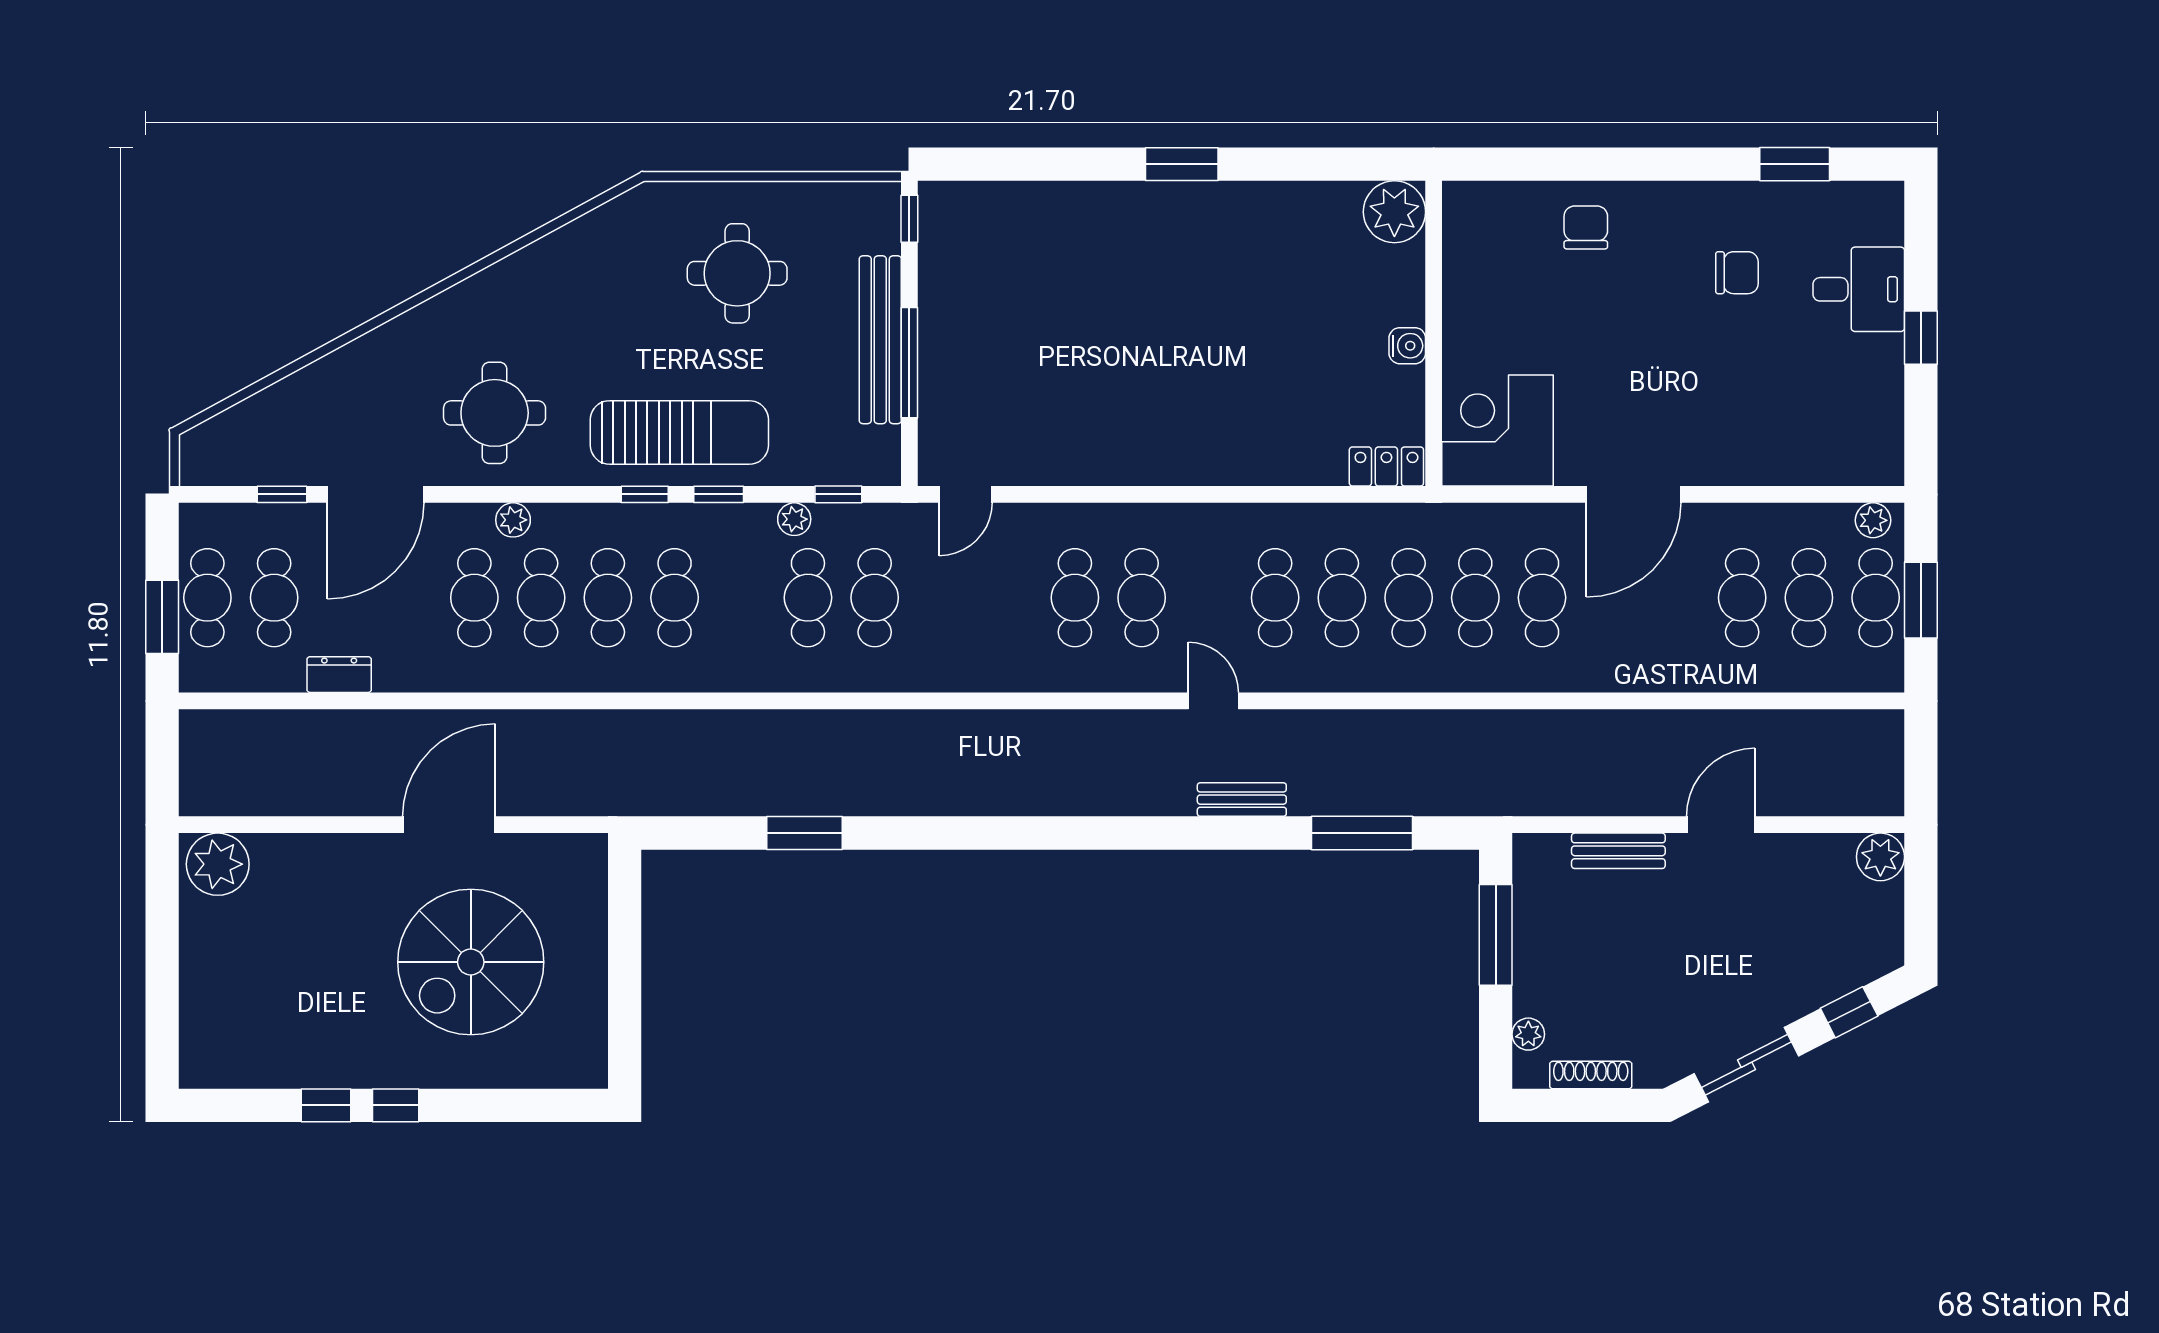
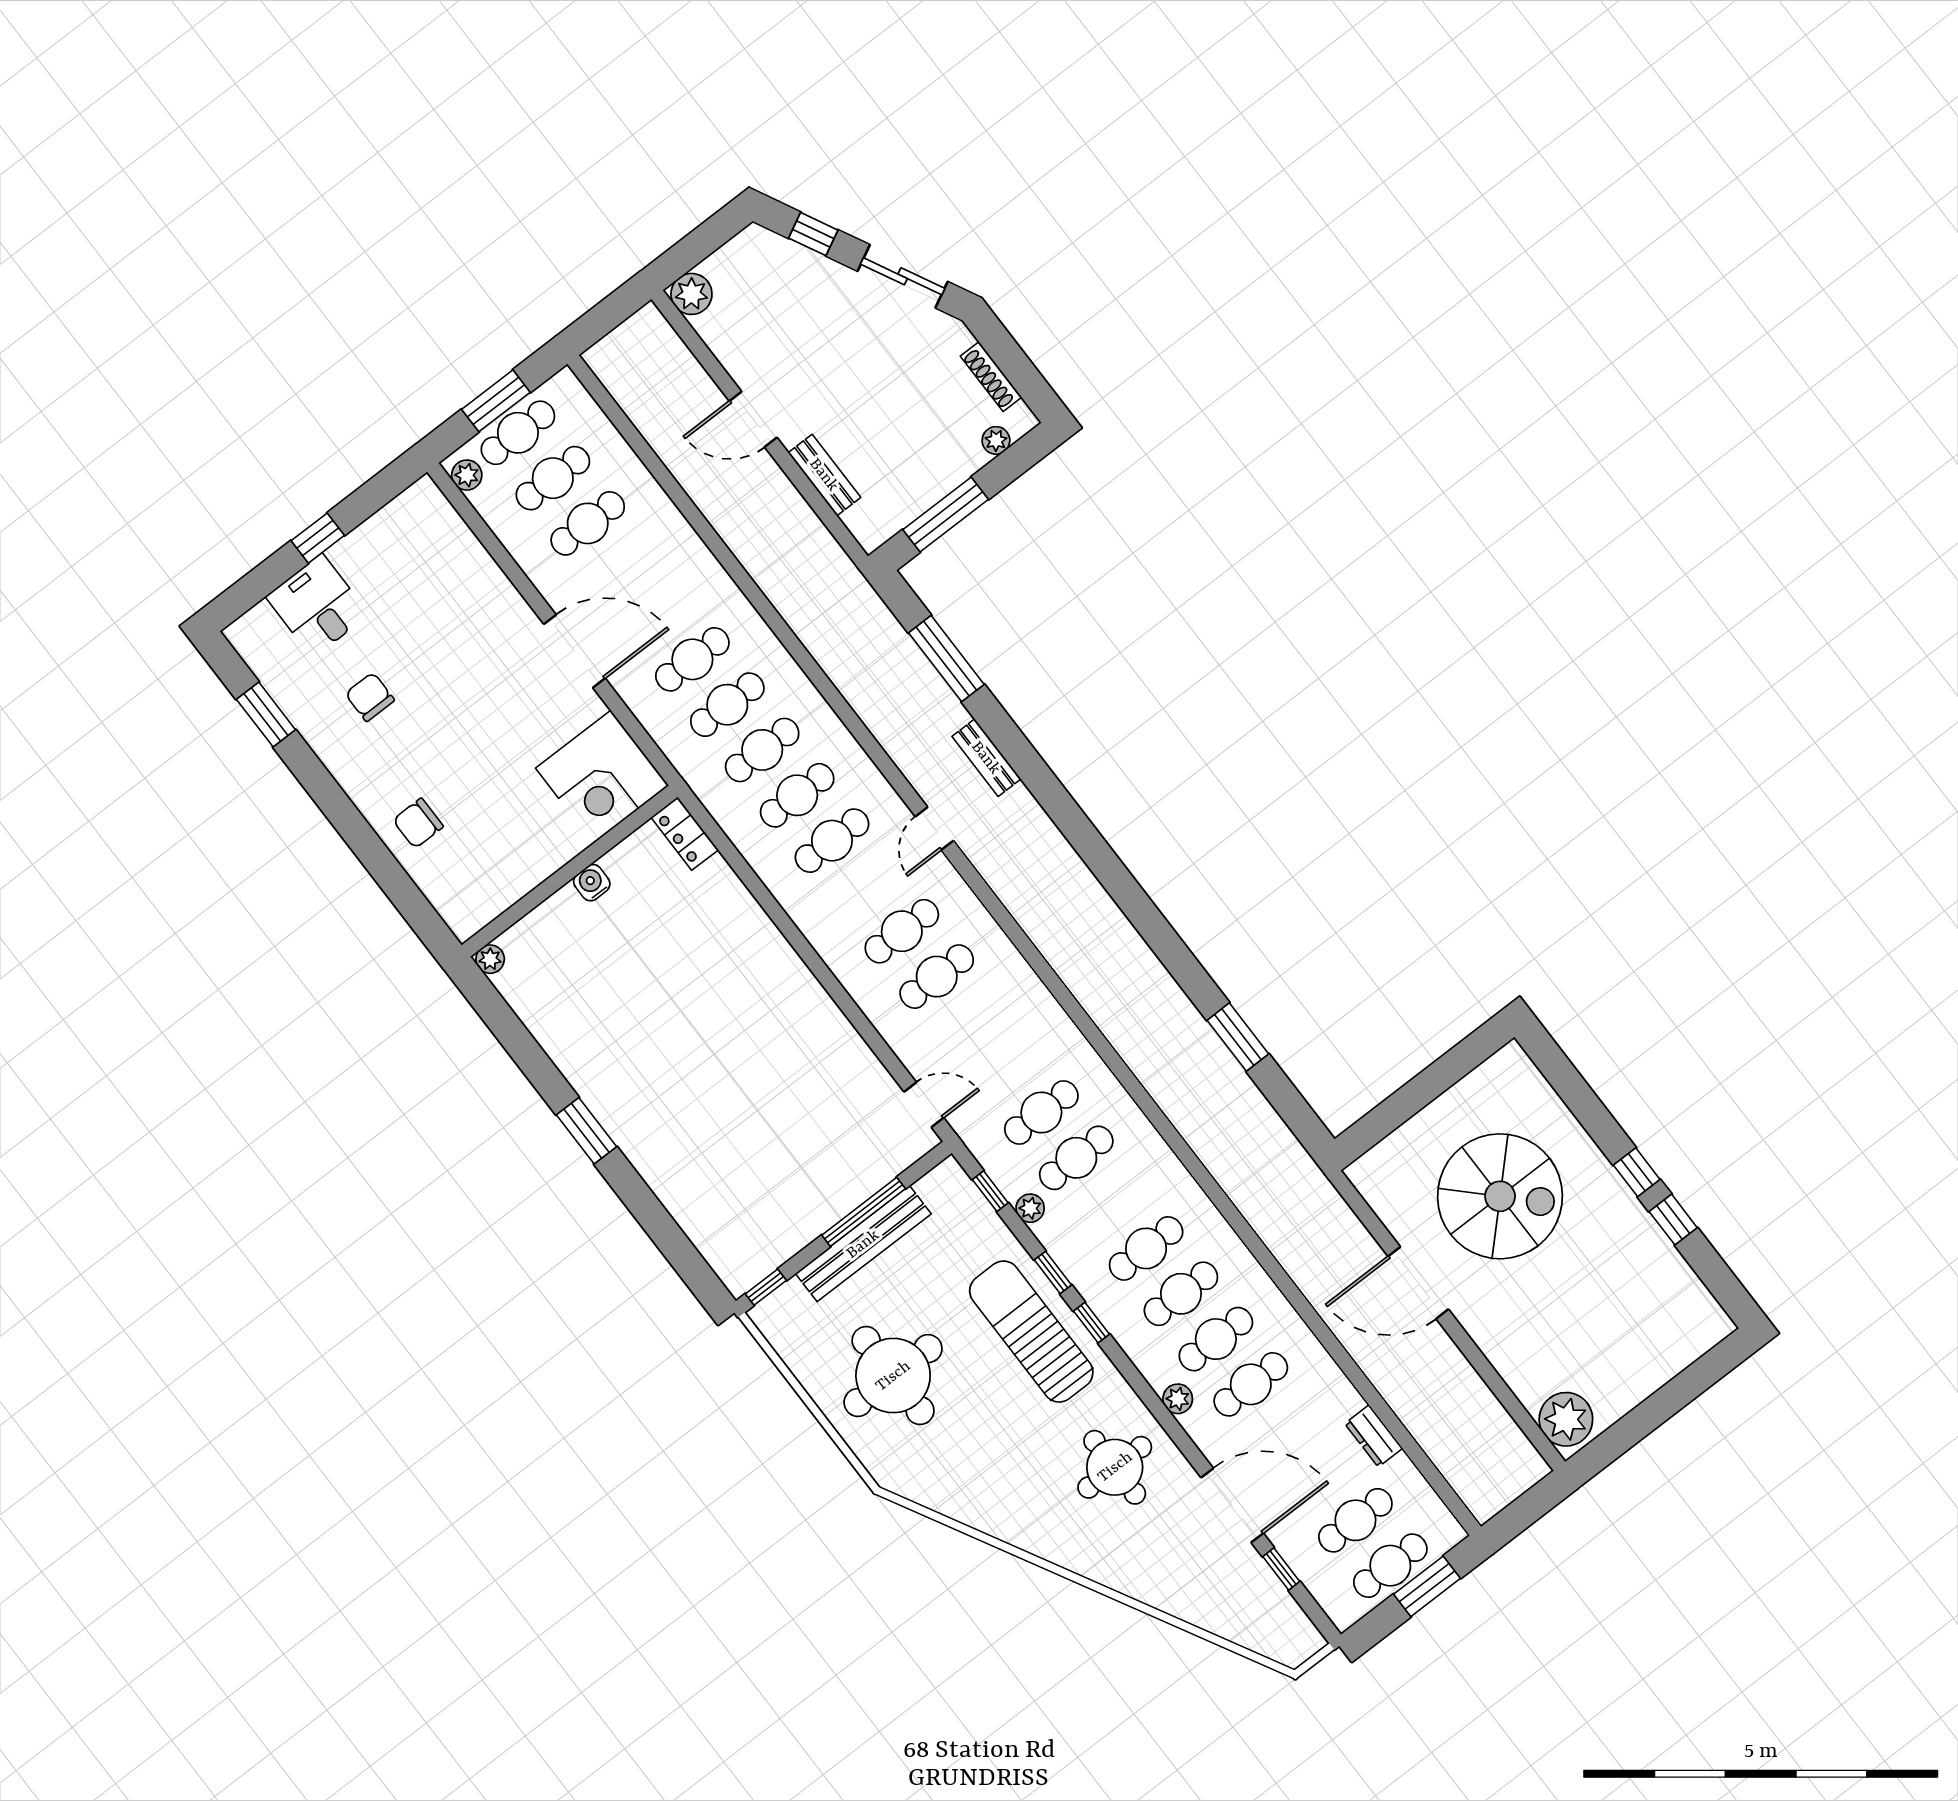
plant: (1394, 212) -> (490, 959), width x0.53, depth x0.53
round table: (737, 273) -> (893, 1376), width x1.36, depth x1.36

